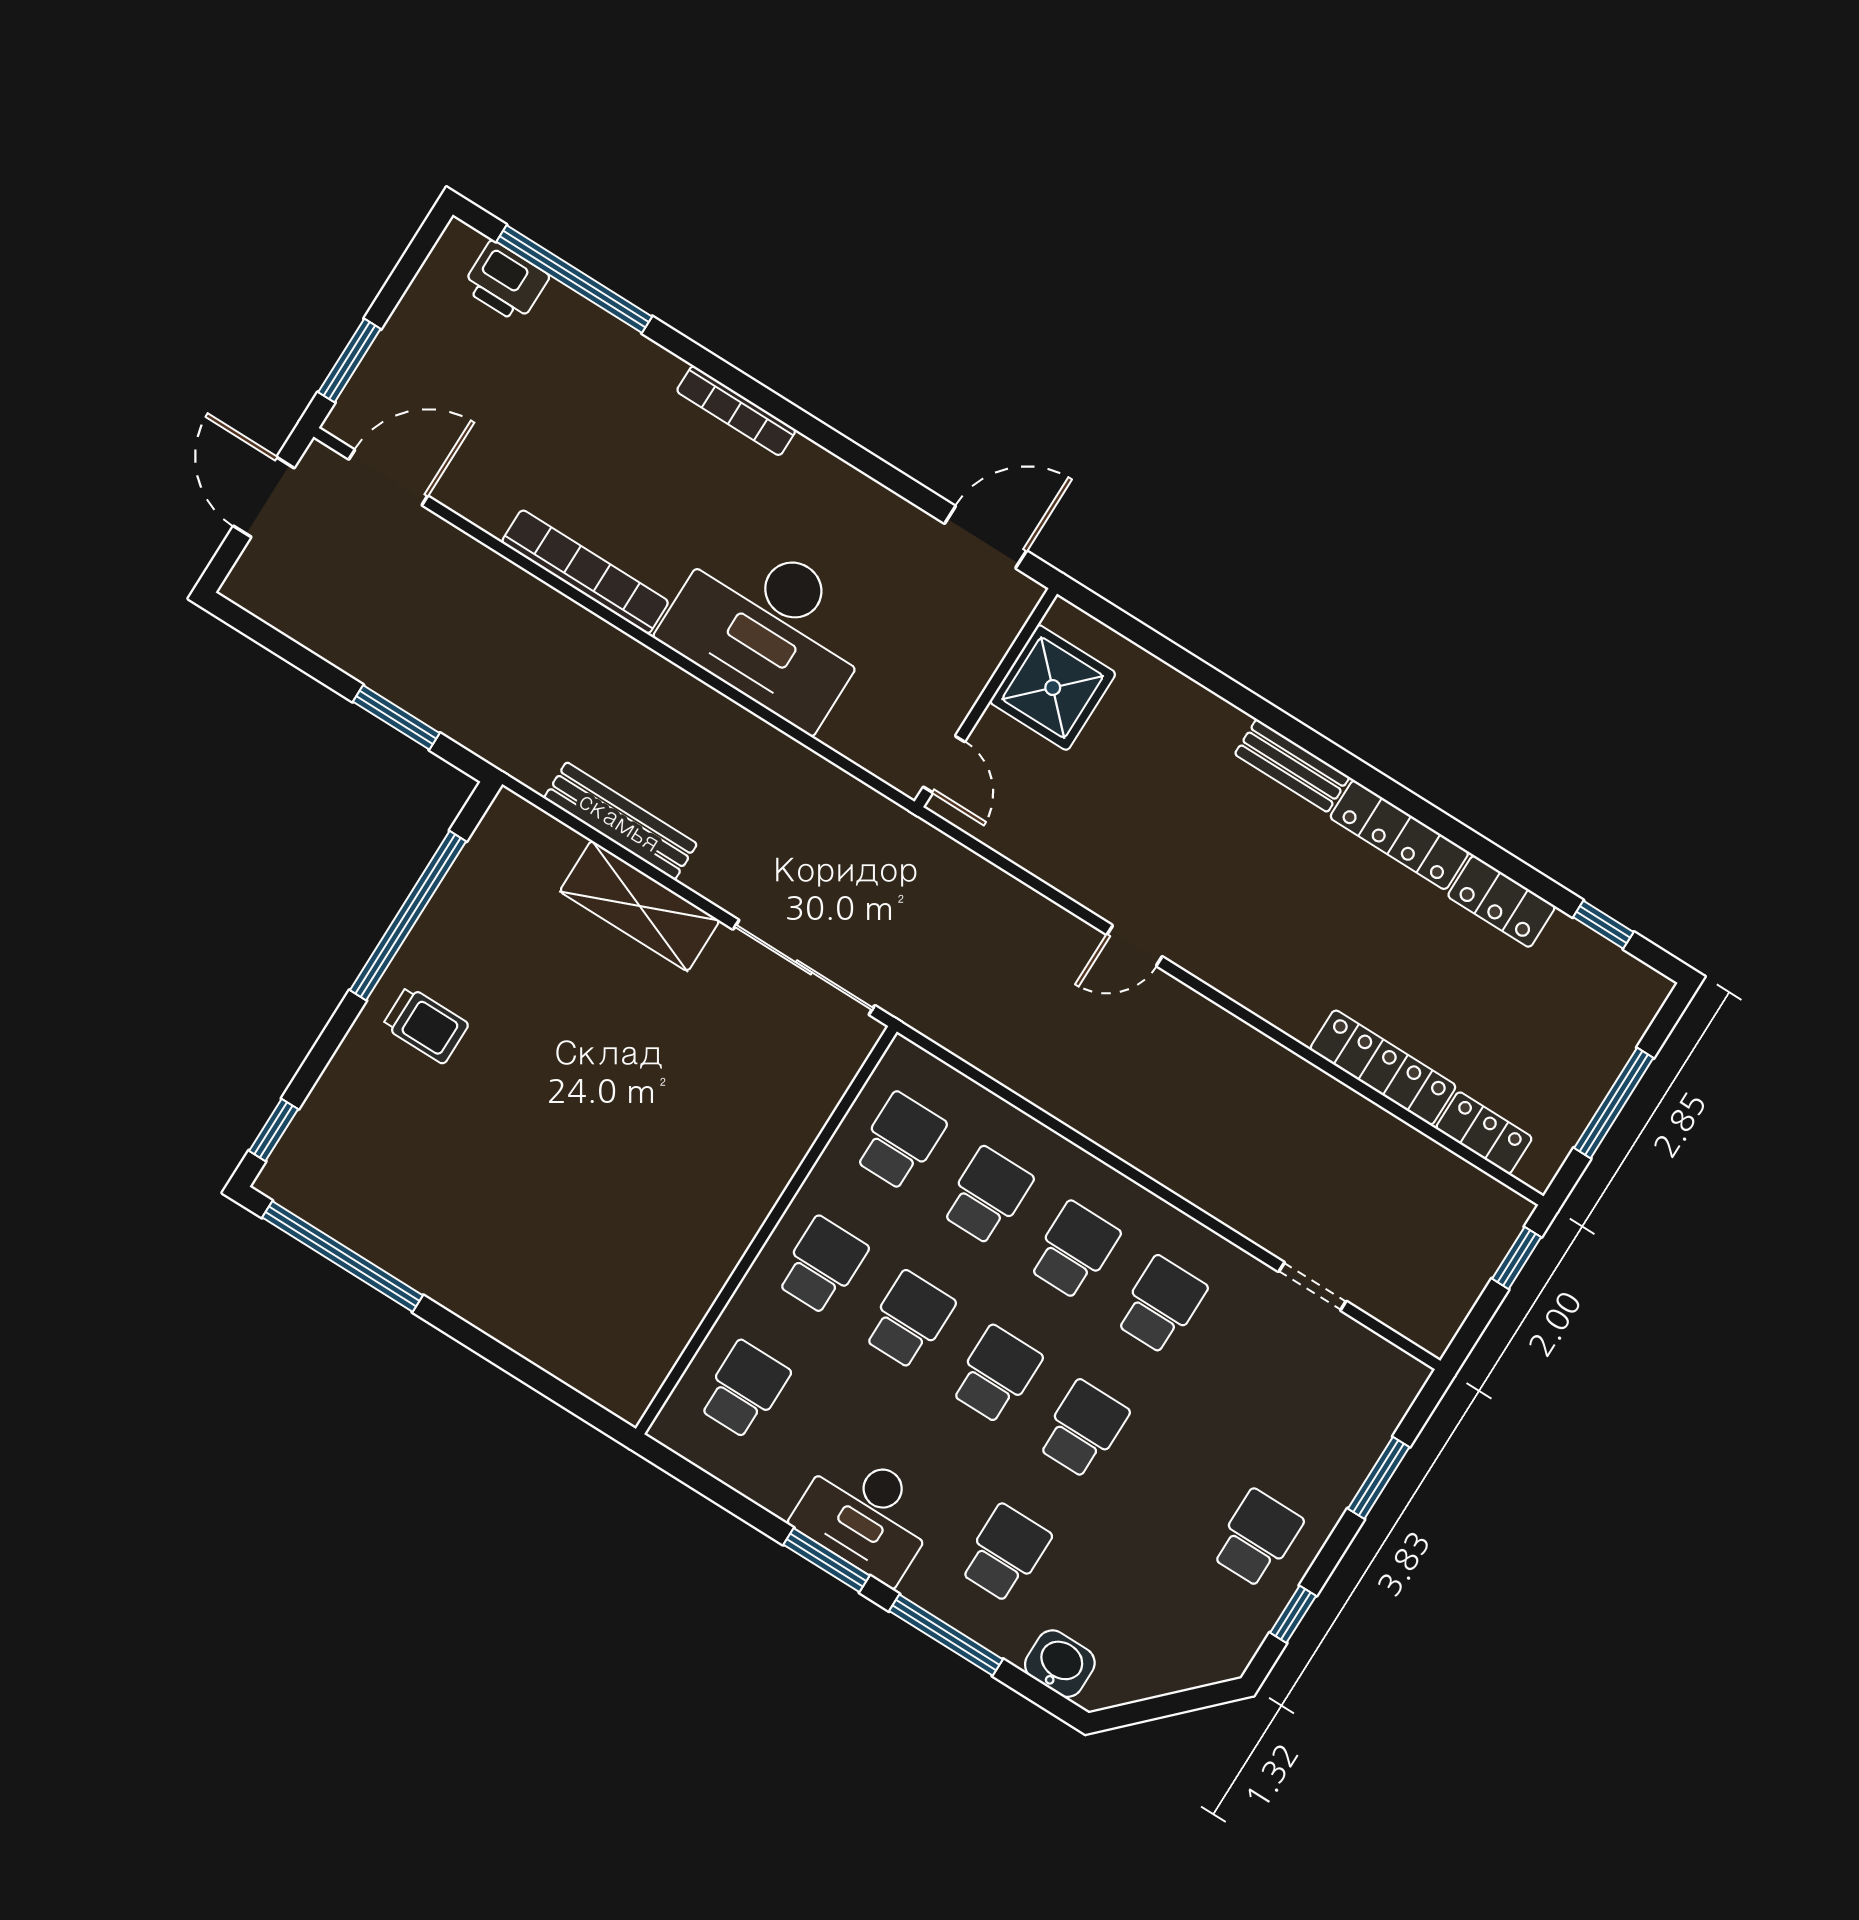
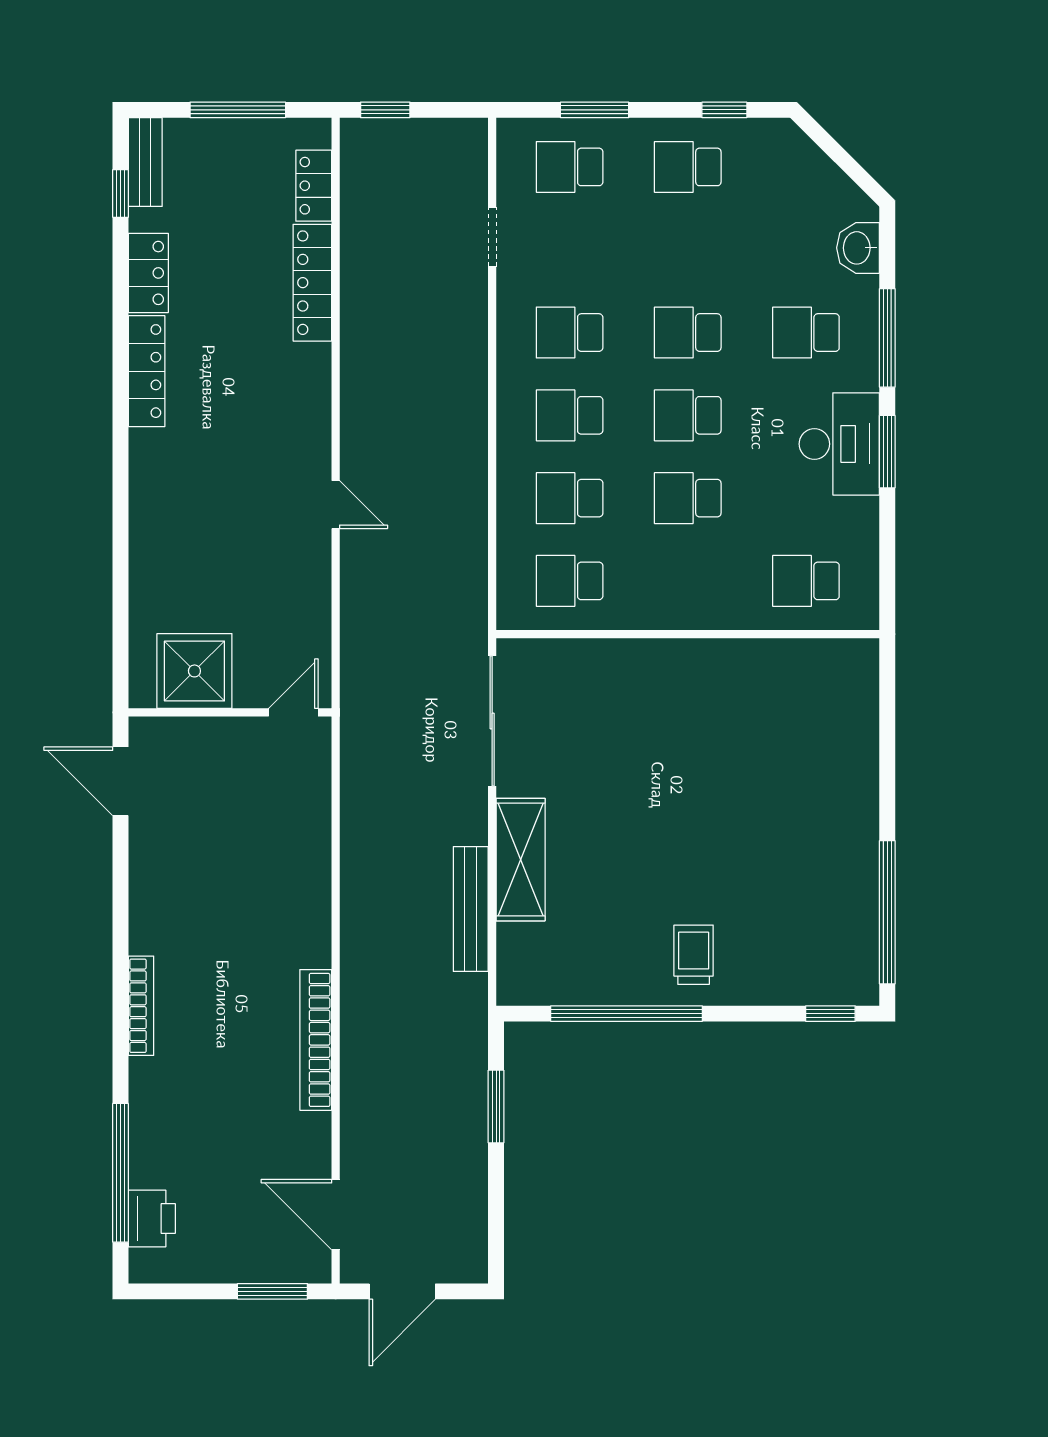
desk: (770, 627) -> (274, 890), removed
bench: (1292, 766) -> (145, 162), moved
school desk: (822, 1265) -> (570, 167), moved

